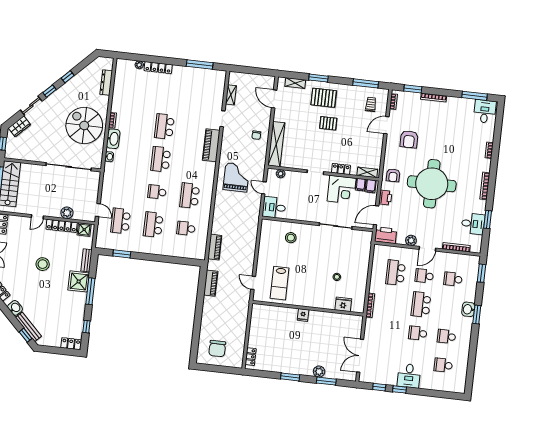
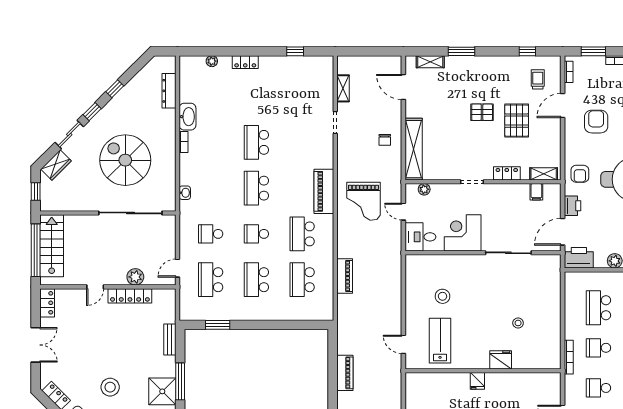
window: (200, 65) -> (295, 51), width x0.46
locker: (158, 68) -> (245, 62), width x0.66
window: (366, 83) -> (527, 51), width x0.46
pallet: (324, 98) -> (517, 121), moved, turned 90
spiral stairs: (84, 125) -> (125, 160), moved
washbasin: (113, 139) -> (187, 117), moved
armchair: (409, 139) -> (596, 122), turned 180
piano: (211, 145) -> (324, 191), moved
grand piano: (236, 177) -> (363, 201), turned 180
filing cabinet: (371, 186) -> (551, 192), removed
school desk: (124, 188) -> (211, 234), added
corner desk: (342, 190) -> (463, 233), moved, turned 180
door: (98, 210) -> (177, 268), swing flipped
school desk: (186, 228) -> (302, 280), width x1.85
shower: (84, 230) -> (162, 297), removed
stool: (291, 238) -> (443, 296), moved
piano: (215, 247) -> (345, 276), moved
stool: (43, 264) -> (110, 387), moved
shower: (79, 281) -> (162, 391), moved
piano: (211, 283) -> (345, 373), moved
lab bench: (280, 283) -> (440, 341), turned 180
school desk: (392, 301) -> (598, 348), added
fridge: (343, 304) -> (501, 360), moved
school desk: (389, 330) -> (598, 388), added

